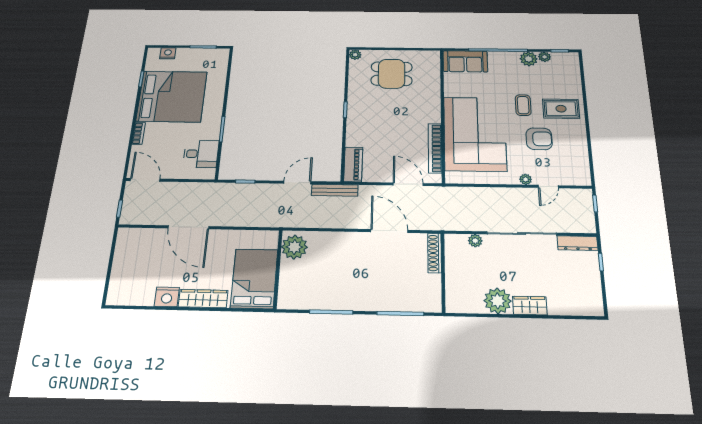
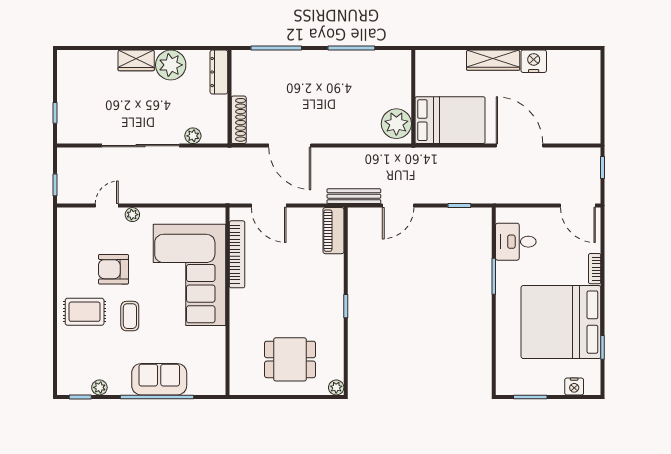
plant: (529, 59) -> (119, 384), removed
sofa: (465, 61) -> (159, 379), moved
dresser: (577, 243) -> (219, 72), moved, turned -90
bed: (254, 279) -> (450, 120), moved, turned -90

